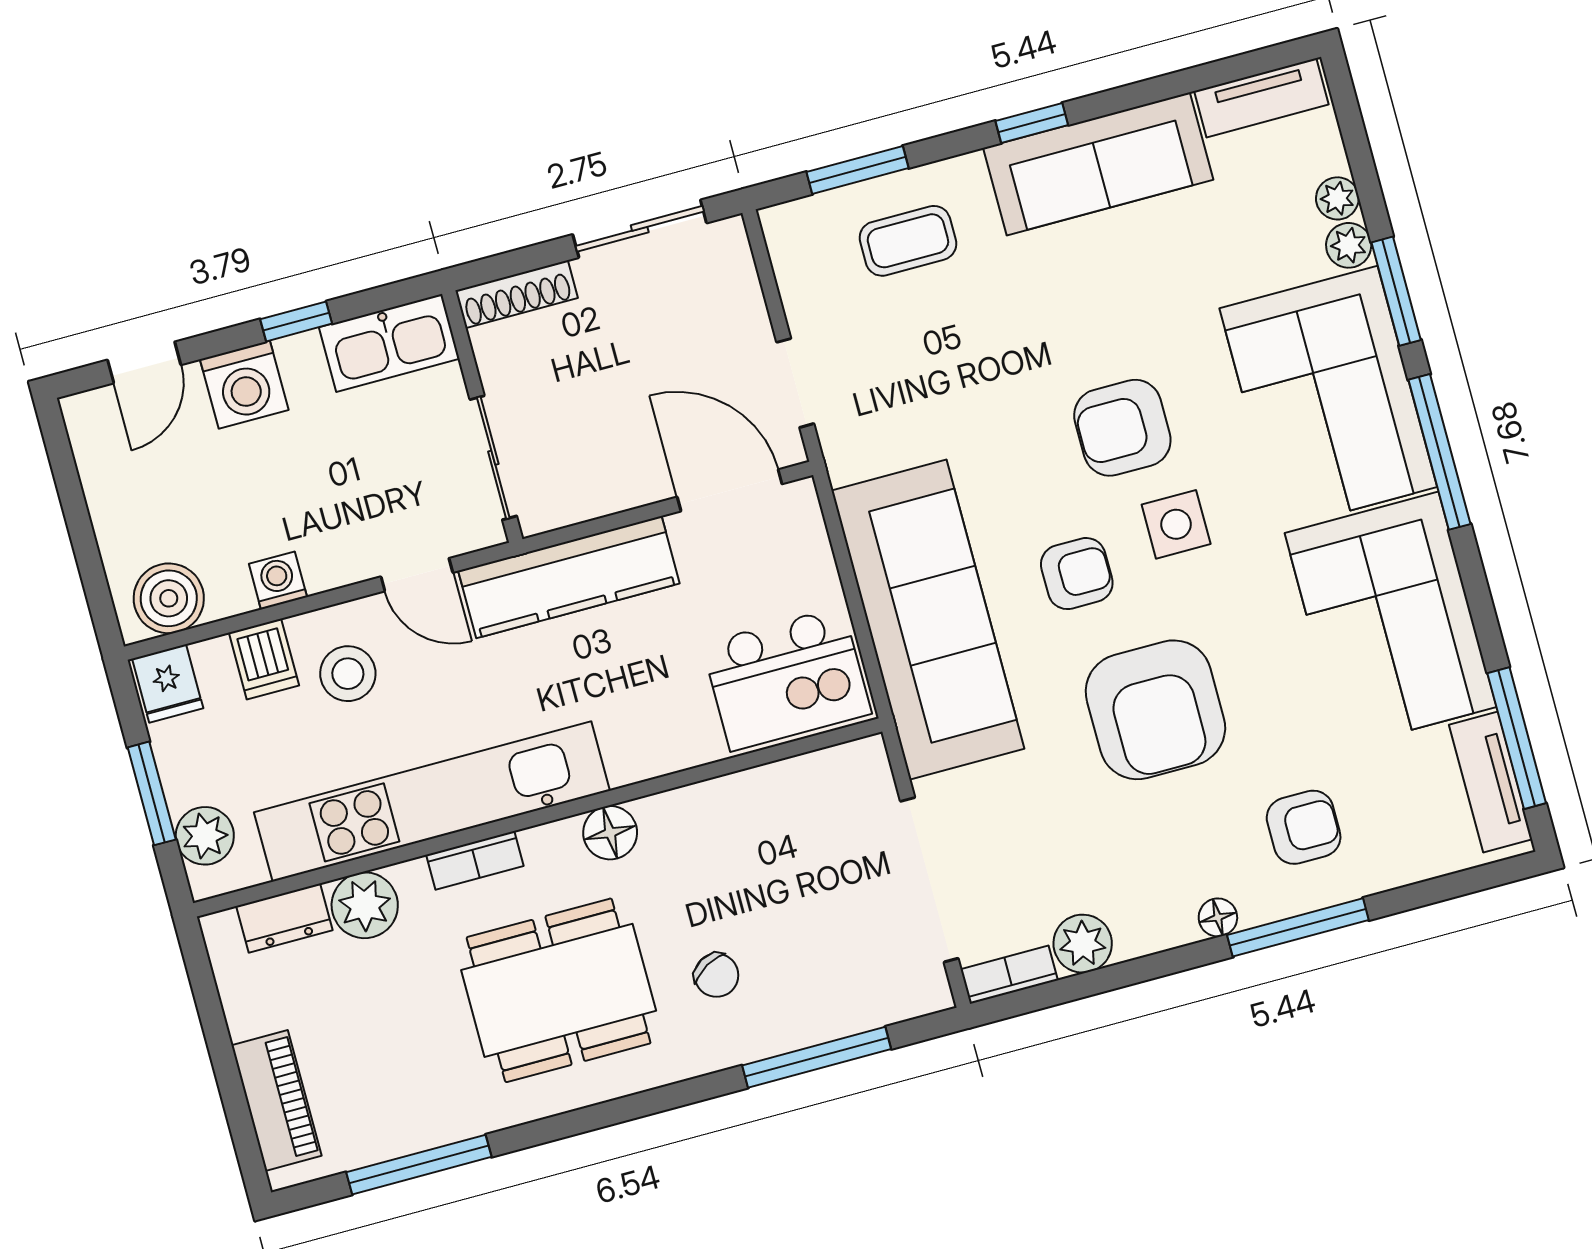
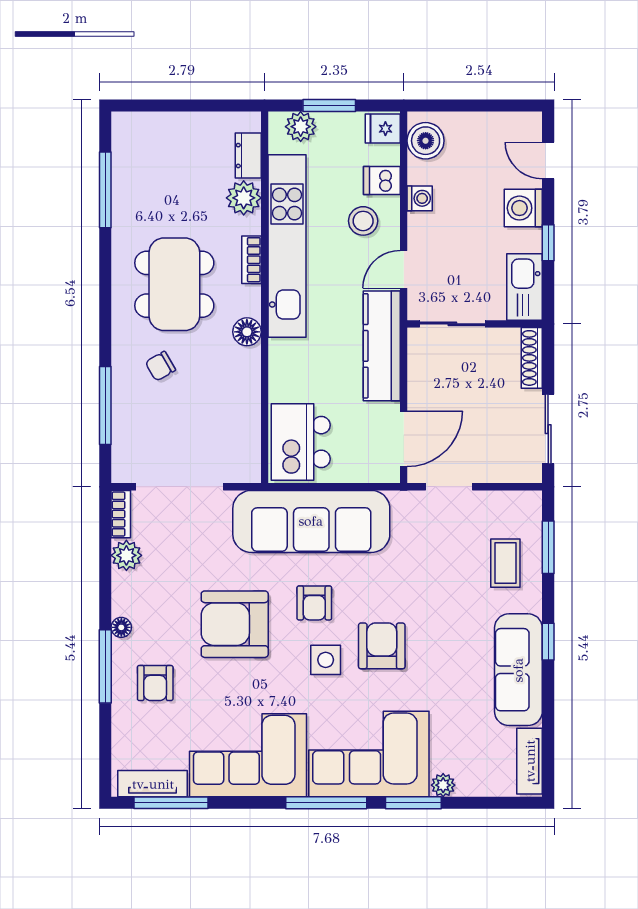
plant: (1337, 198) -> (468, 786), removed
piano: (276, 1101) -> (157, 127), removed

